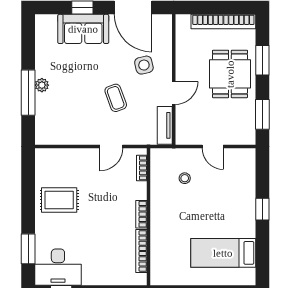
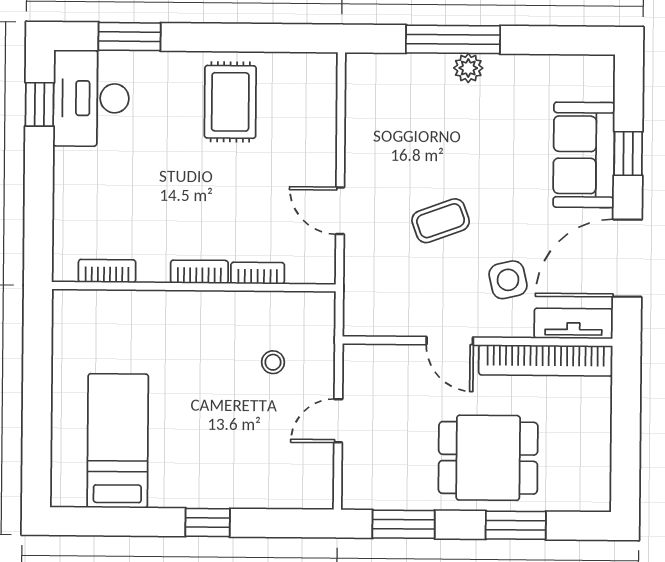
bookcase: (223, 22) -> (546, 360), moved, turned -90
tv unit: (165, 125) -> (573, 323), moved
bookcase: (142, 168) -> (258, 273), moved
bookcase: (141, 251) -> (107, 271), width x0.64

